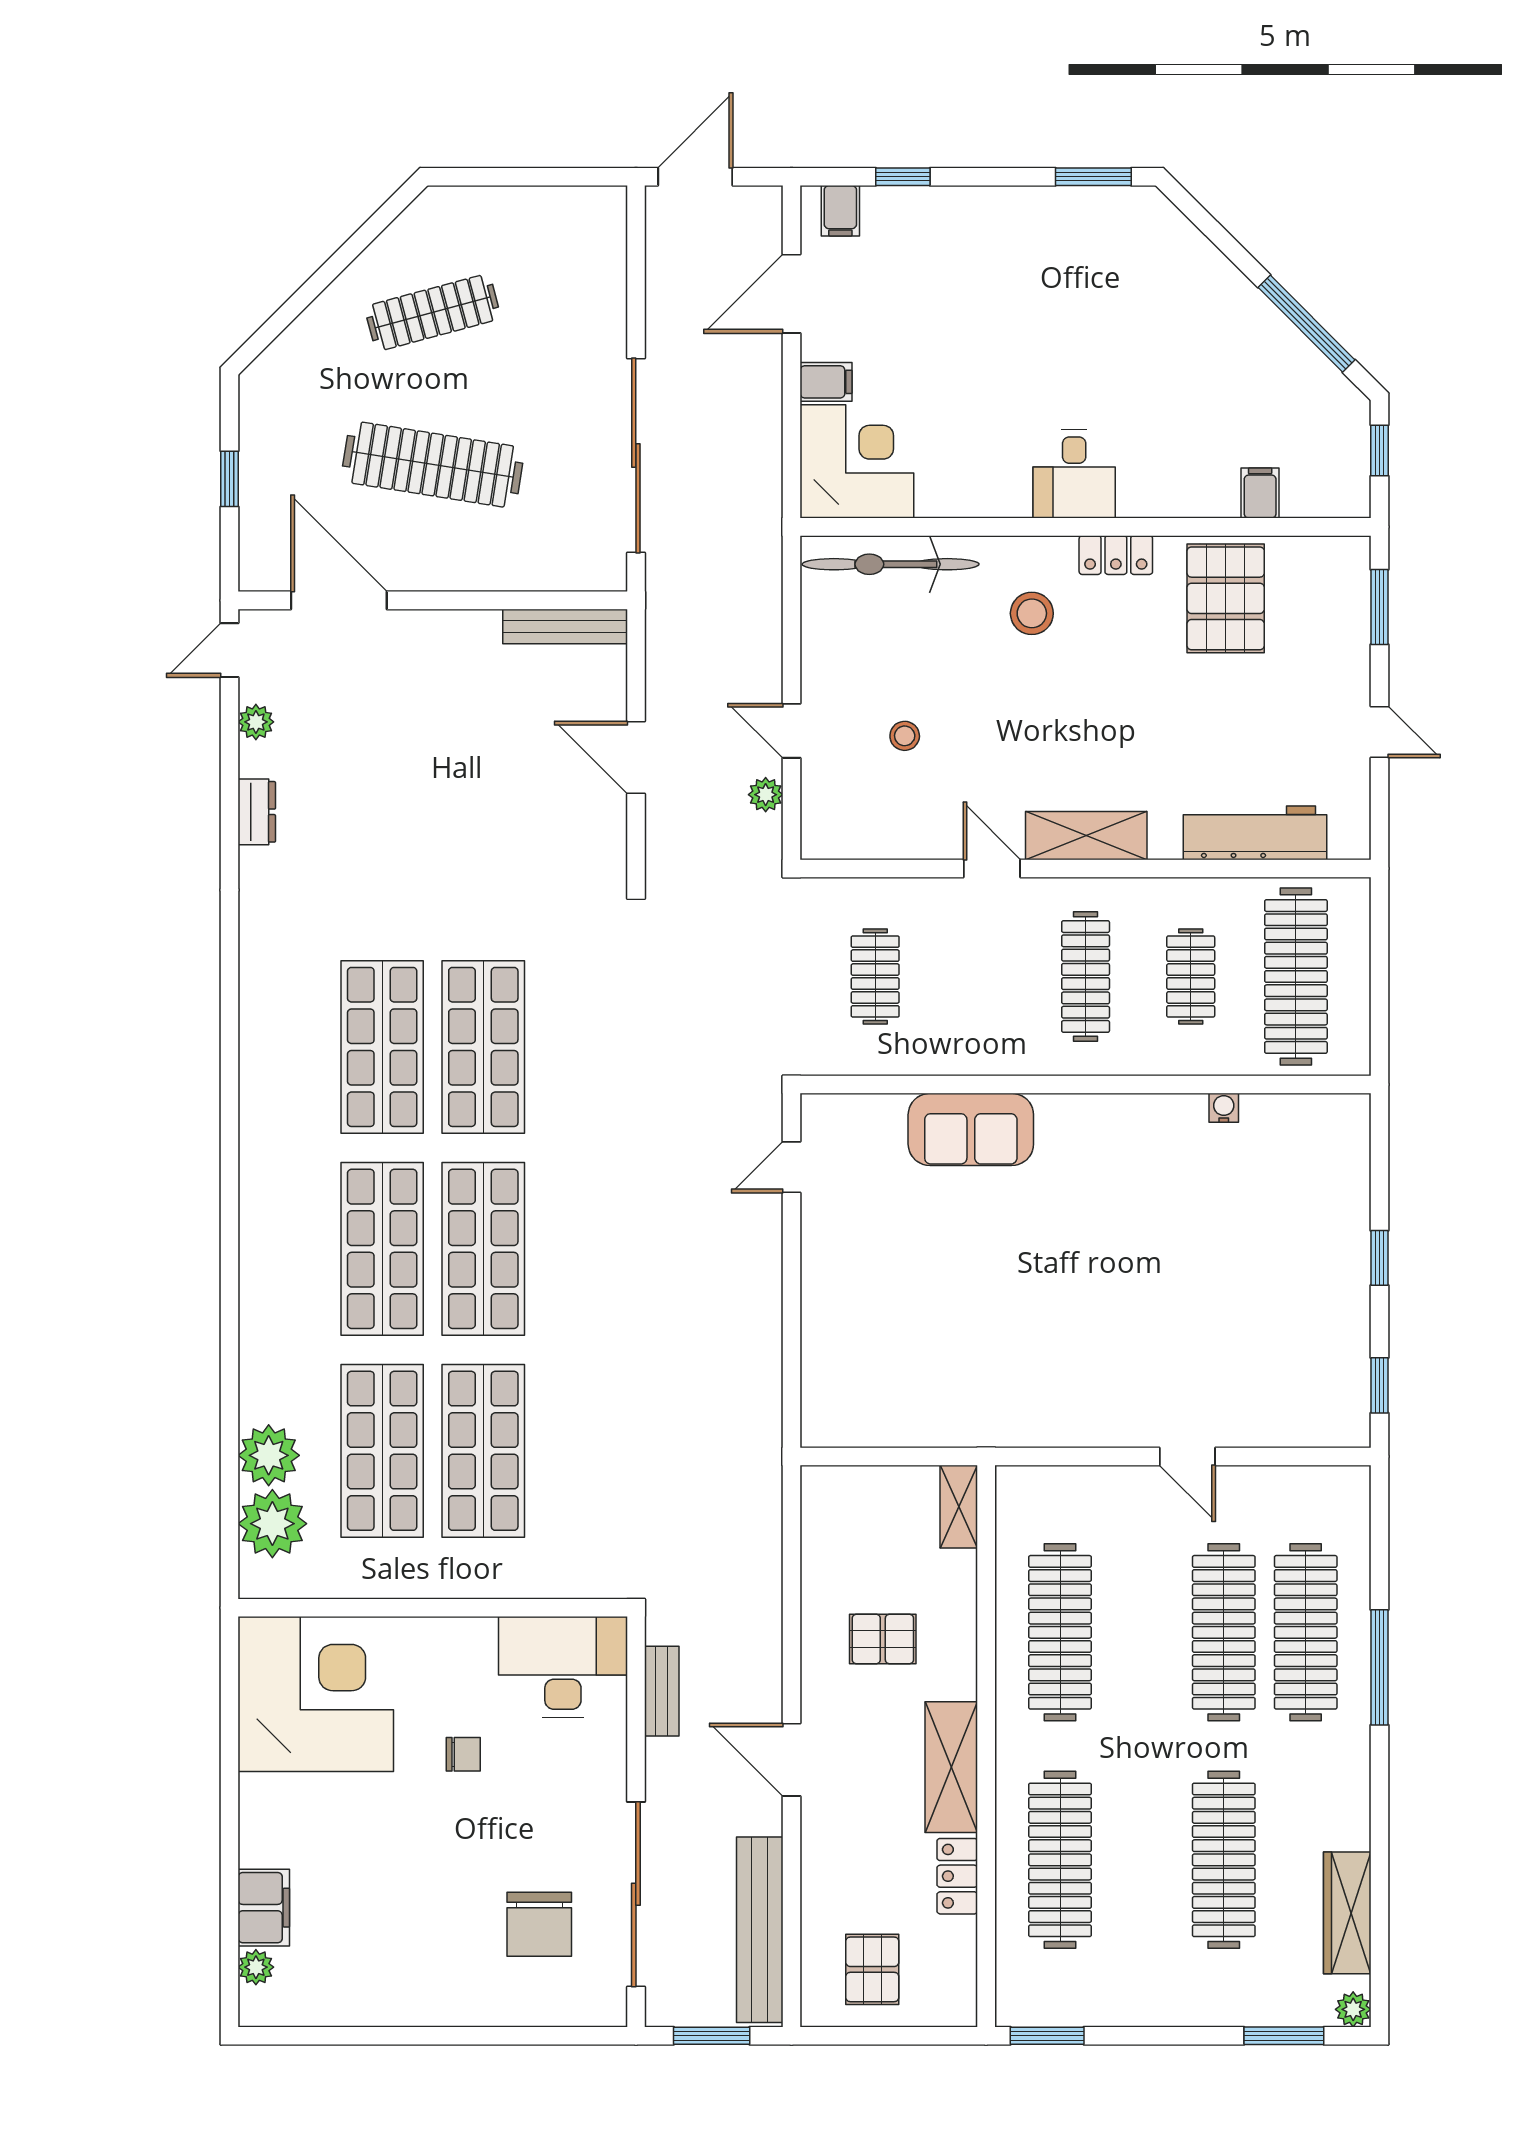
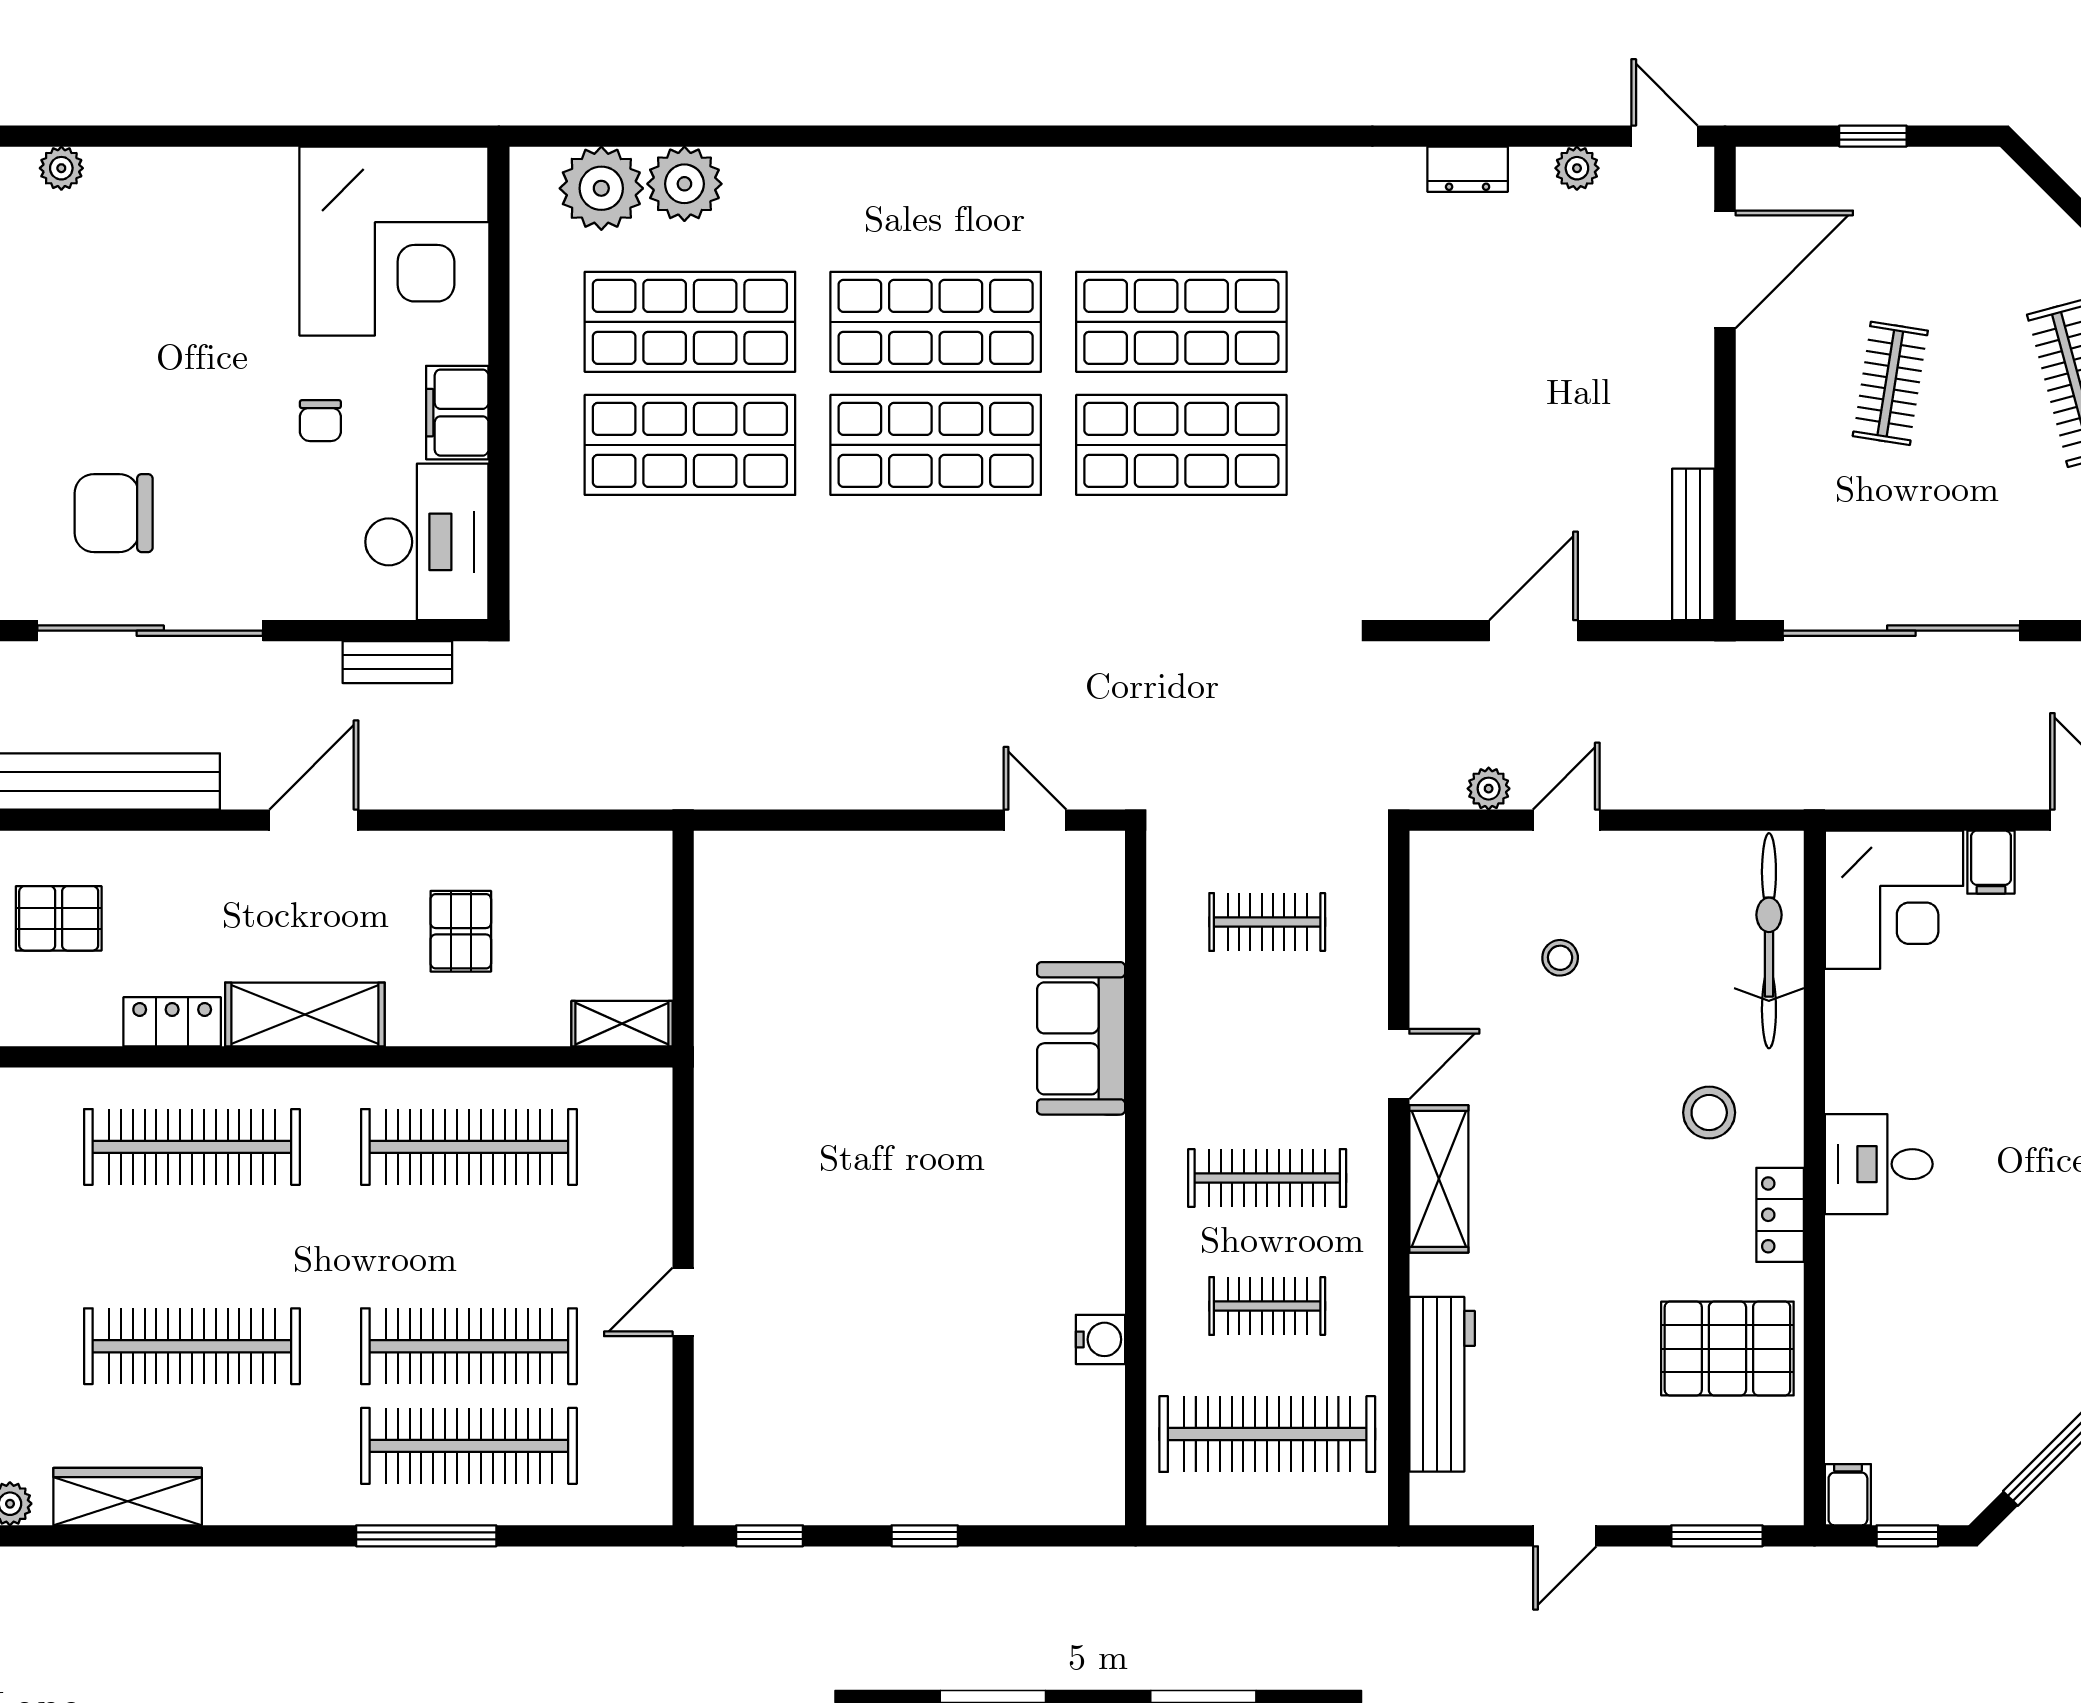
clothes rail: (433, 465) -> (1890, 383), width x0.54, depth x0.76
filing cabinet: (1260, 493) -> (1848, 1495), moved, turned -90
water cooler: (1224, 1108) -> (1100, 1339), width x1.38, depth x1.38
filing cabinet: (264, 1908) -> (457, 413), moved, turned 90

